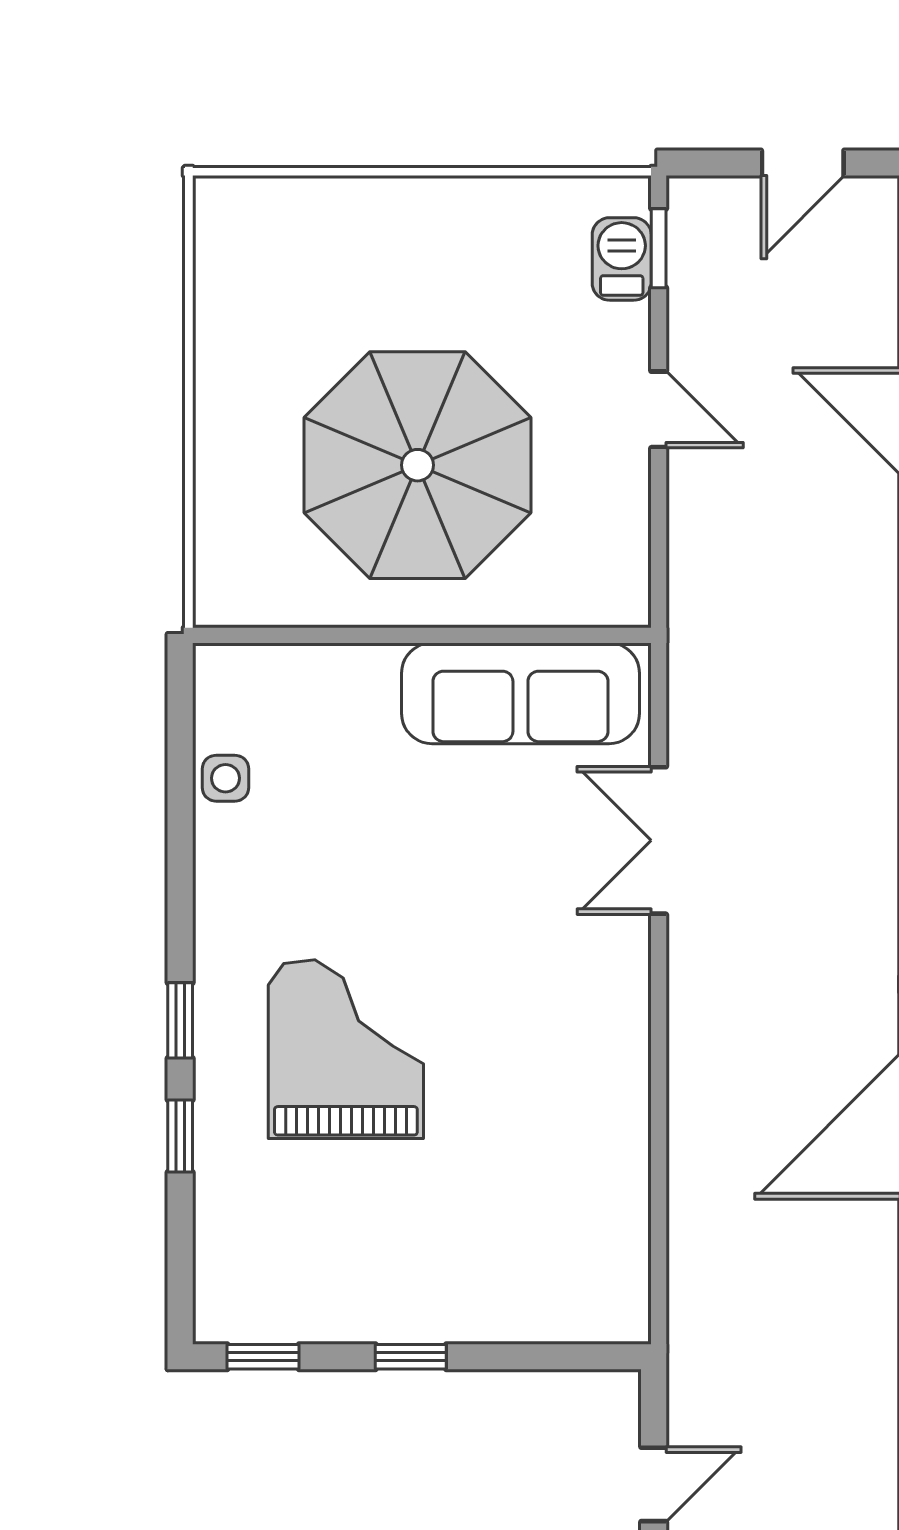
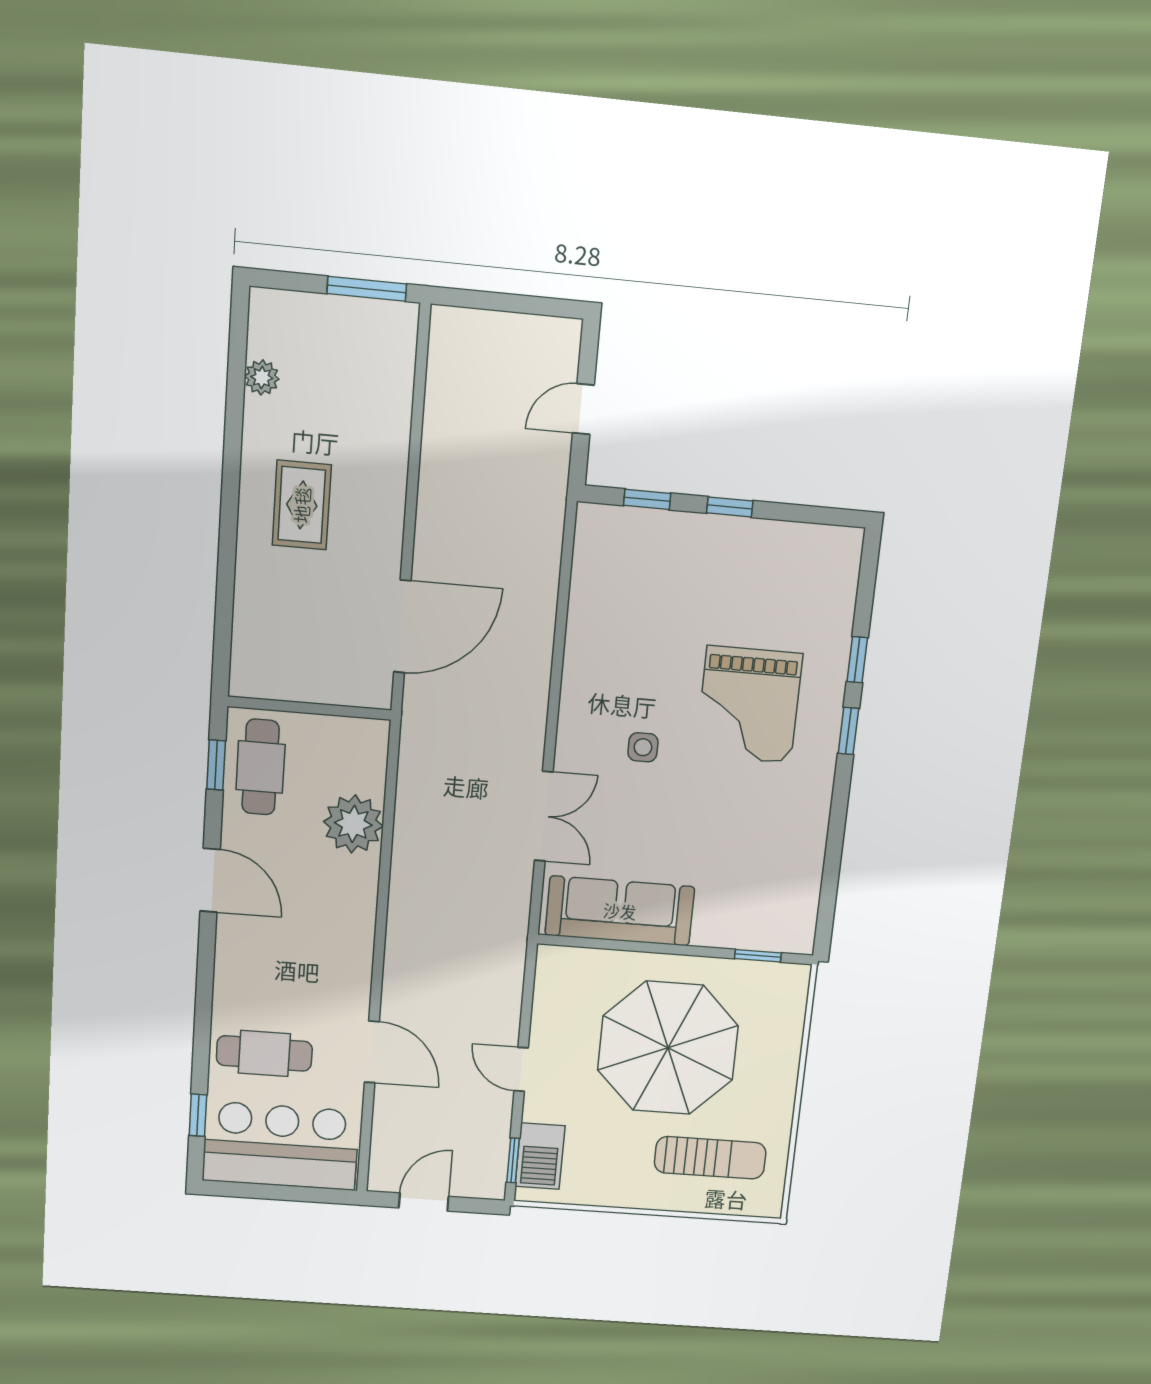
barbecue: (622, 259) -> (540, 1156), width x1.38, depth x1.27
sun lounger: (326, 277) -> (710, 1158), added
window: (285, 635) -> (758, 956), added
side table: (225, 778) -> (643, 747), moved
window: (263, 1357) -> (647, 499), moved

